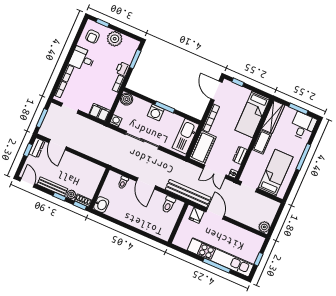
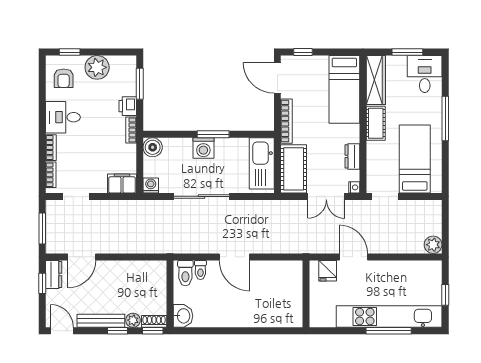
door: (58, 145) -> (82, 257), hinge flipped
bench: (188, 193) -> (302, 245), removed
toilet: (168, 205) -> (185, 273), moved

